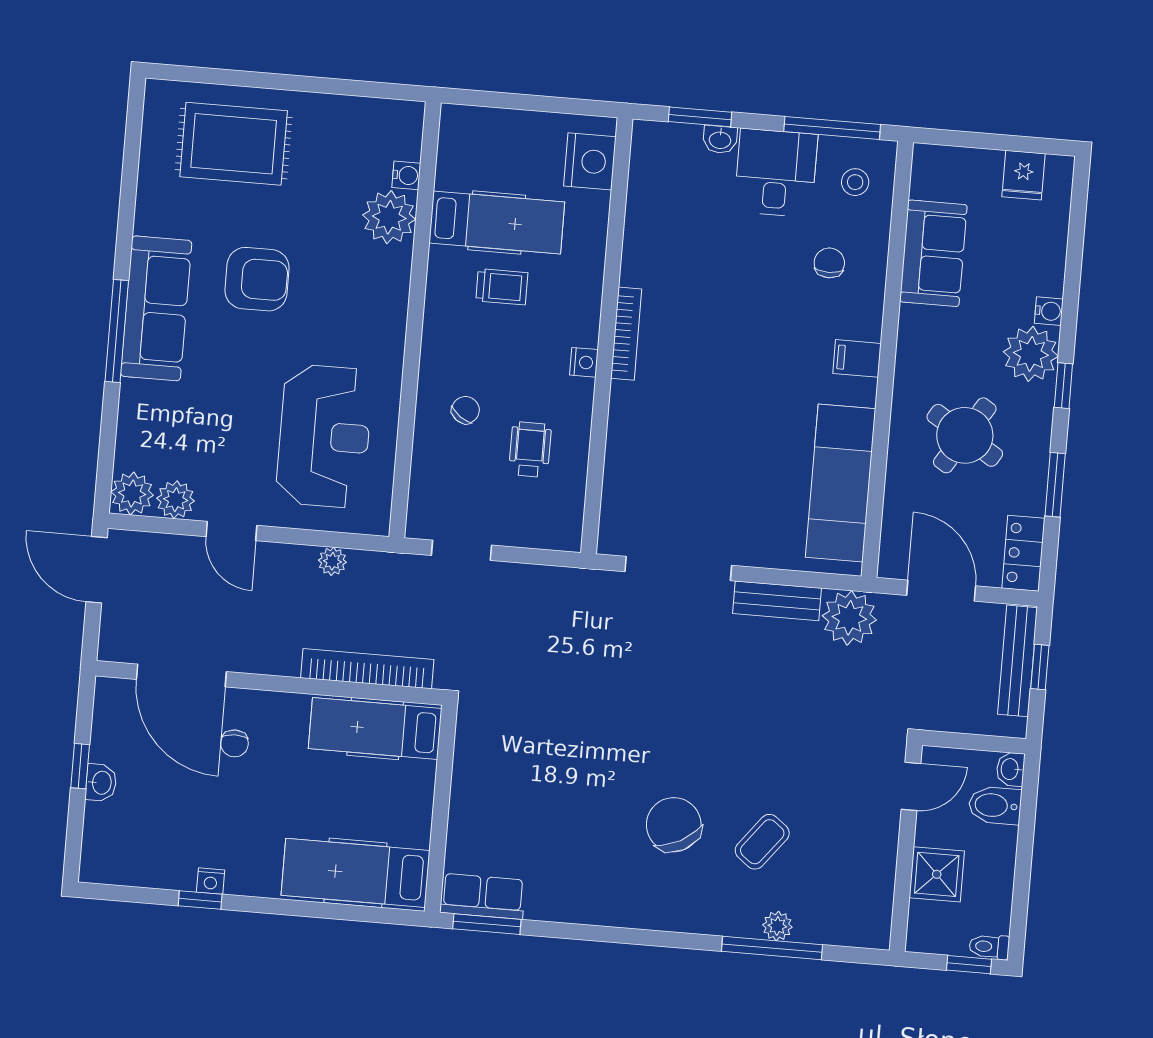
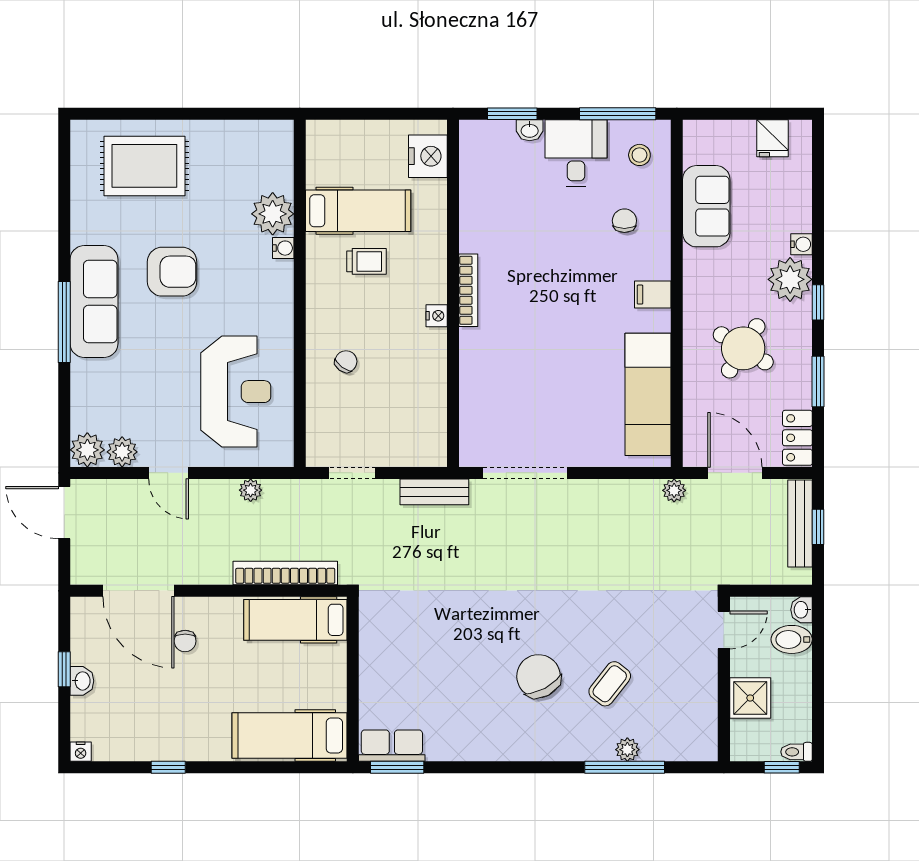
water cooler: (406, 175) -> (283, 248), moved
wheelchair: (530, 450) -> (400, 388), removed
bench: (777, 601) -> (434, 492), moved
plant: (849, 618) -> (674, 490), width x0.53, depth x0.53
nightstand: (211, 881) -> (81, 752), moved

